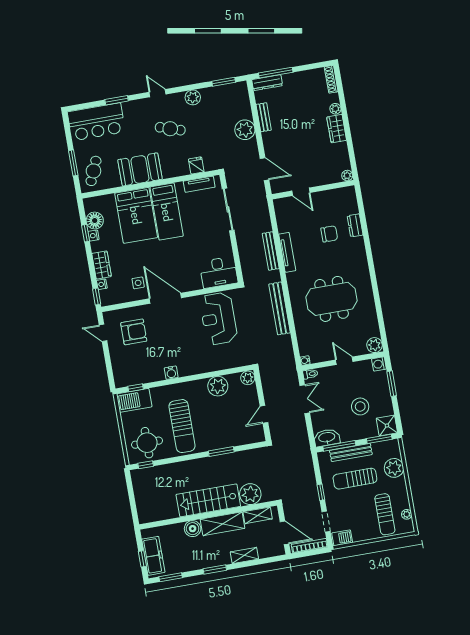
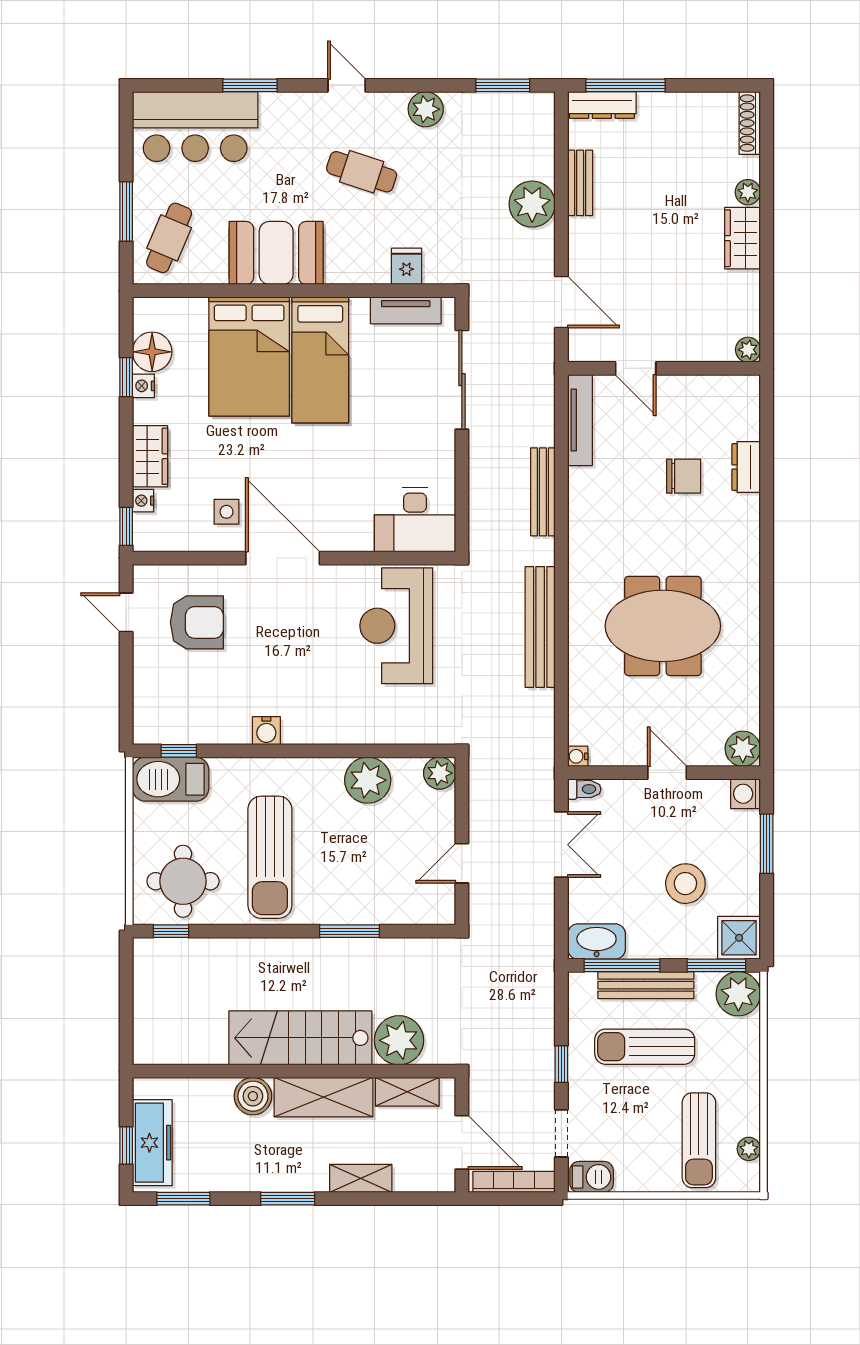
tv unit: (287, 252) -> (580, 420), moved
plant: (394, 468) -> (738, 994), moved

